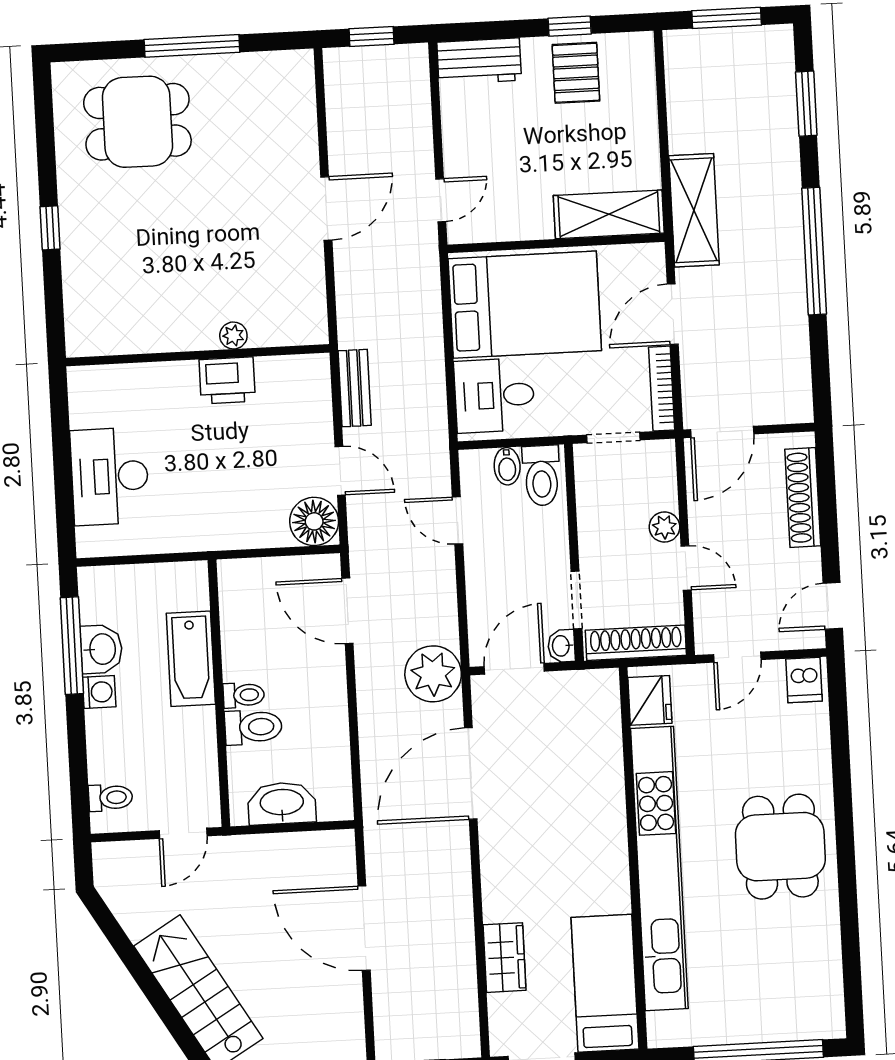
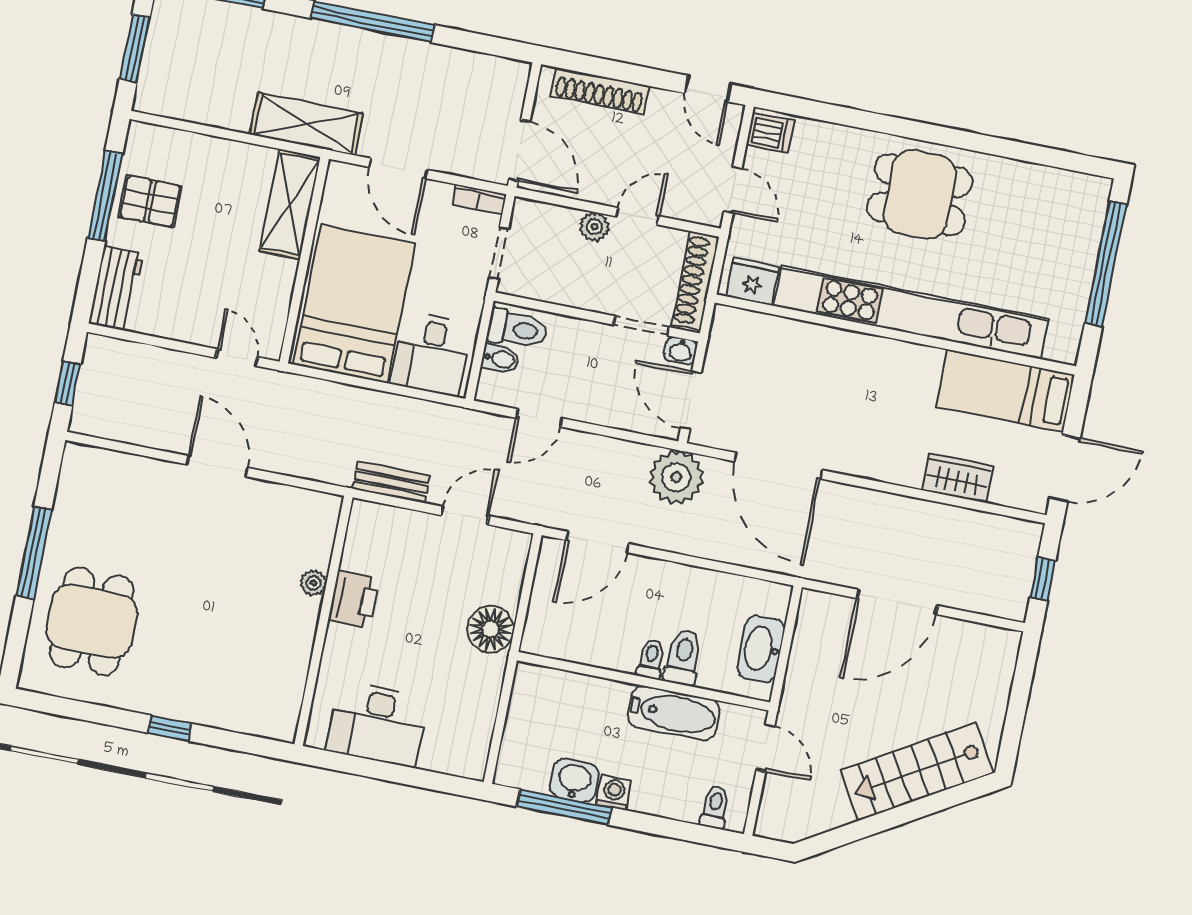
window: (570, 26) -> (105, 196), width x2.17
bookcase: (662, 389) -> (479, 199), width x0.64
desk: (110, 476) -> (377, 724), moved
floor lamp: (314, 521) -> (491, 629), moved
bathtub: (191, 659) -> (674, 713), moved

